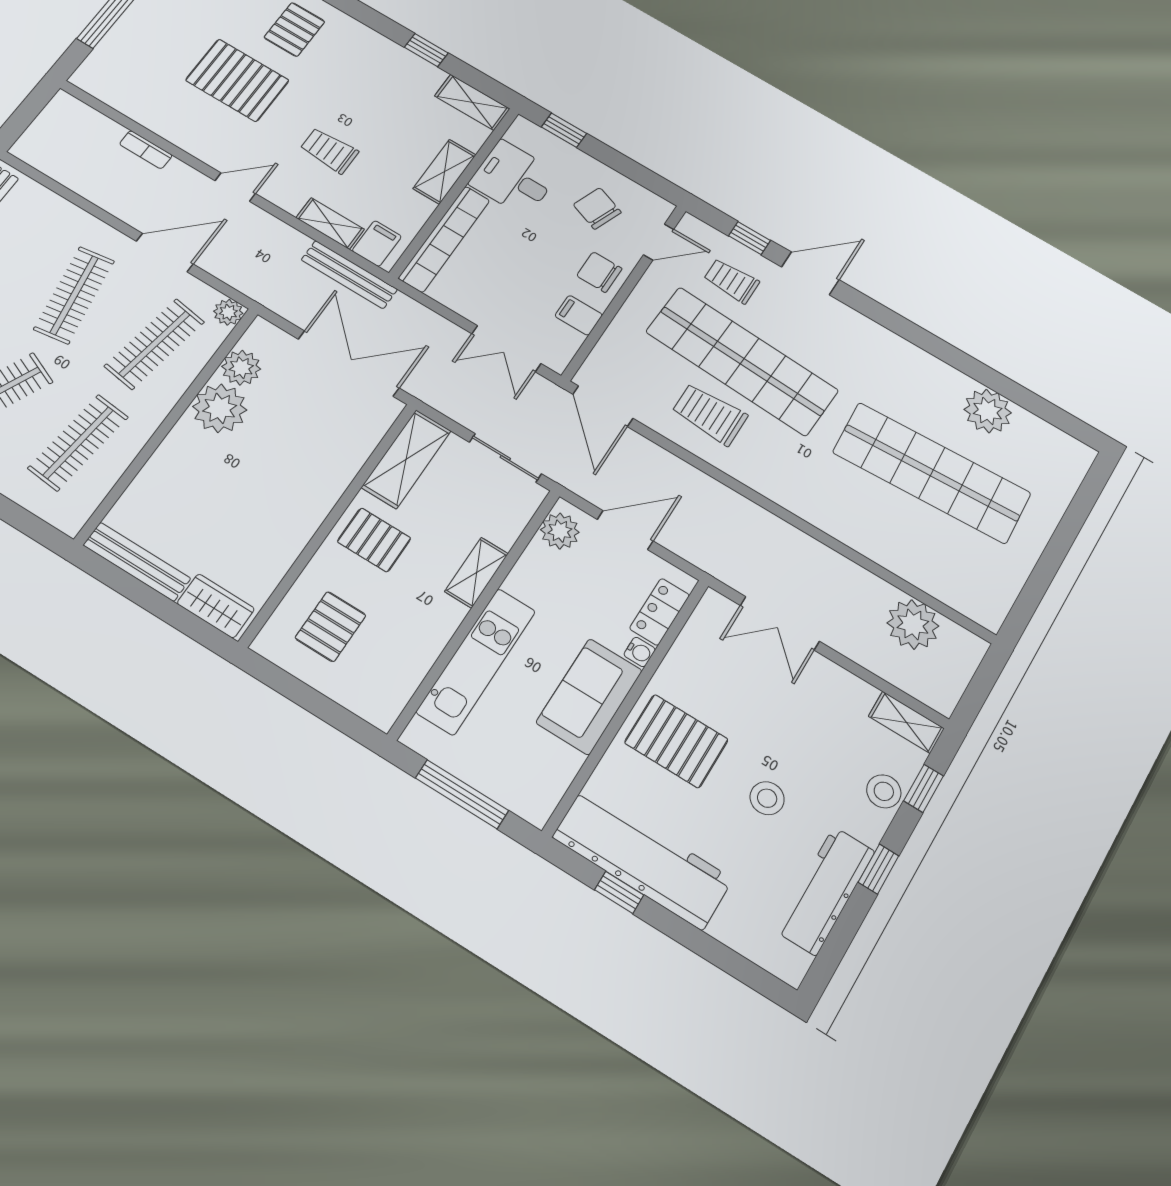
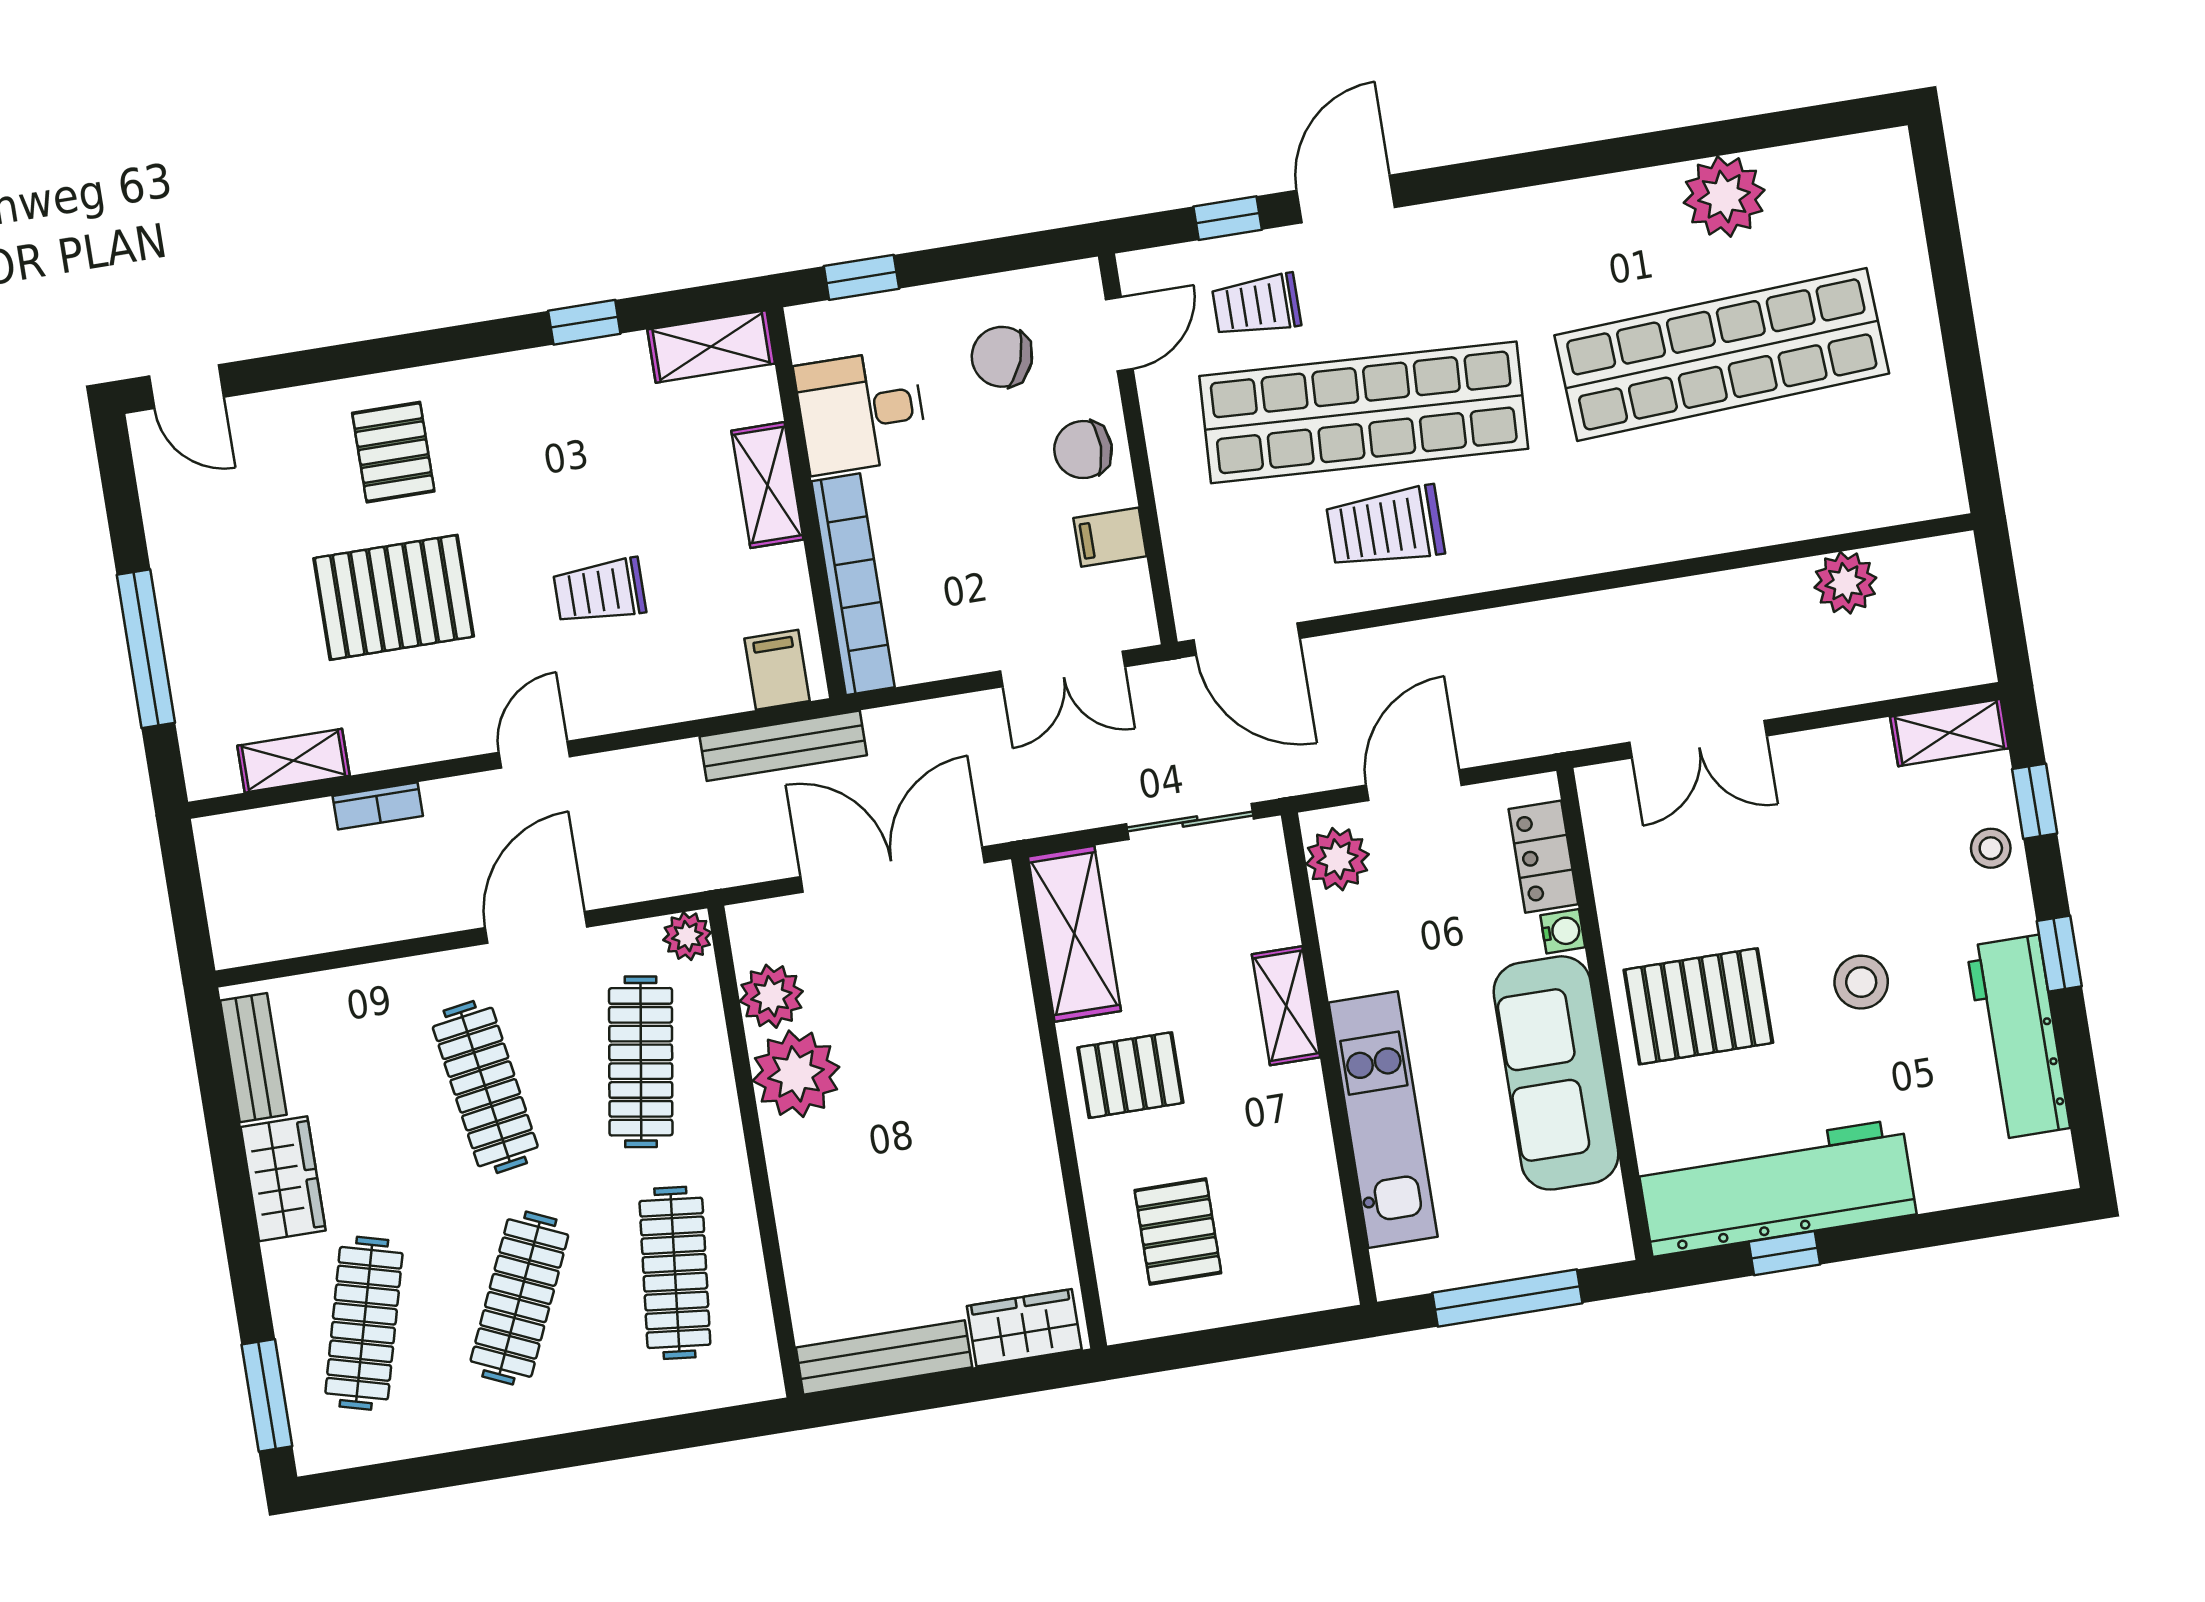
shelving: (330, 223) -> (293, 761), moved
plant: (913, 624) -> (1845, 583), width x0.73, depth x0.73
sofa: (589, 697) -> (1556, 1073), width x1.36
stool: (884, 791) -> (1991, 848), width x0.73, depth x0.73

